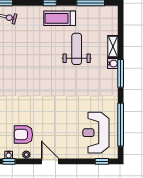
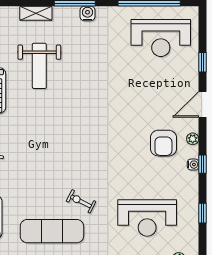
weight bench: (77, 49) -> (39, 66), turned -90
water cooler: (113, 64) -> (87, 13), moved
window: (102, 161) -> (203, 62), moved

